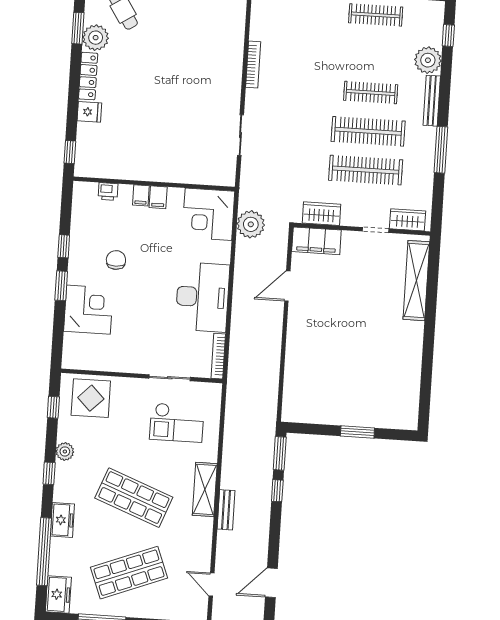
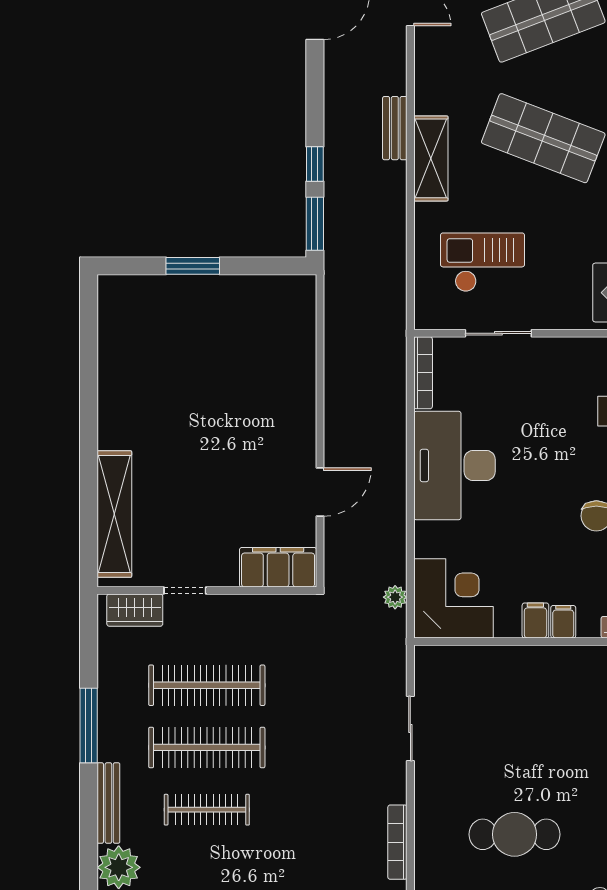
cafe table: (180, 65) -> (515, 834), added
wardrobe: (321, 214) -> (273, 611), removed
plant: (251, 224) -> (395, 597), width x0.53, depth x0.53

